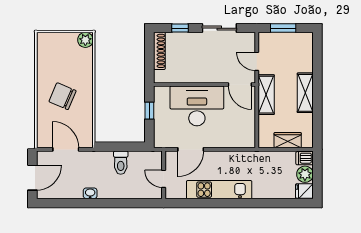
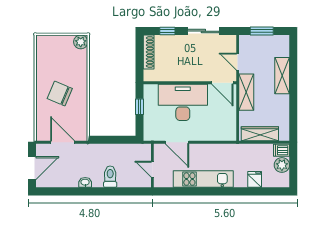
shelving: (305, 93) -> (282, 76), moved
wardrobe: (288, 140) -> (260, 134), width x1.50
door: (191, 149) -> (177, 142), hinge flipped
toilet: (121, 163) -> (110, 177), moved, turned 180
fridge: (304, 191) -> (255, 179), moved, turned 90

